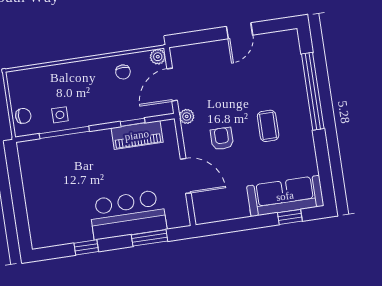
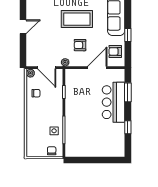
door: (240, 31) -> (23, 27), hinge flipped
coffee table: (268, 126) -> (77, 19), width x1.86, depth x1.72
piano: (137, 135) -> (71, 91), removed
armchair: (220, 204) -> (115, 51), added
window: (290, 217) -> (128, 35), moved

